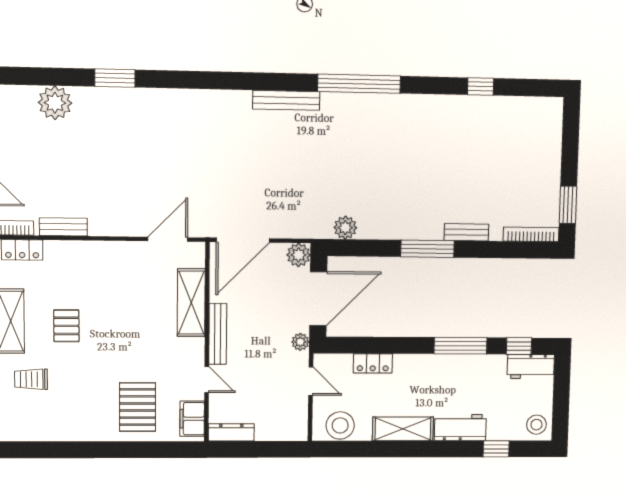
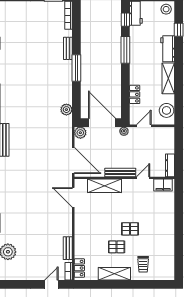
pallet: (138, 407) -> (130, 229), moved, width x0.67, depth x0.71

